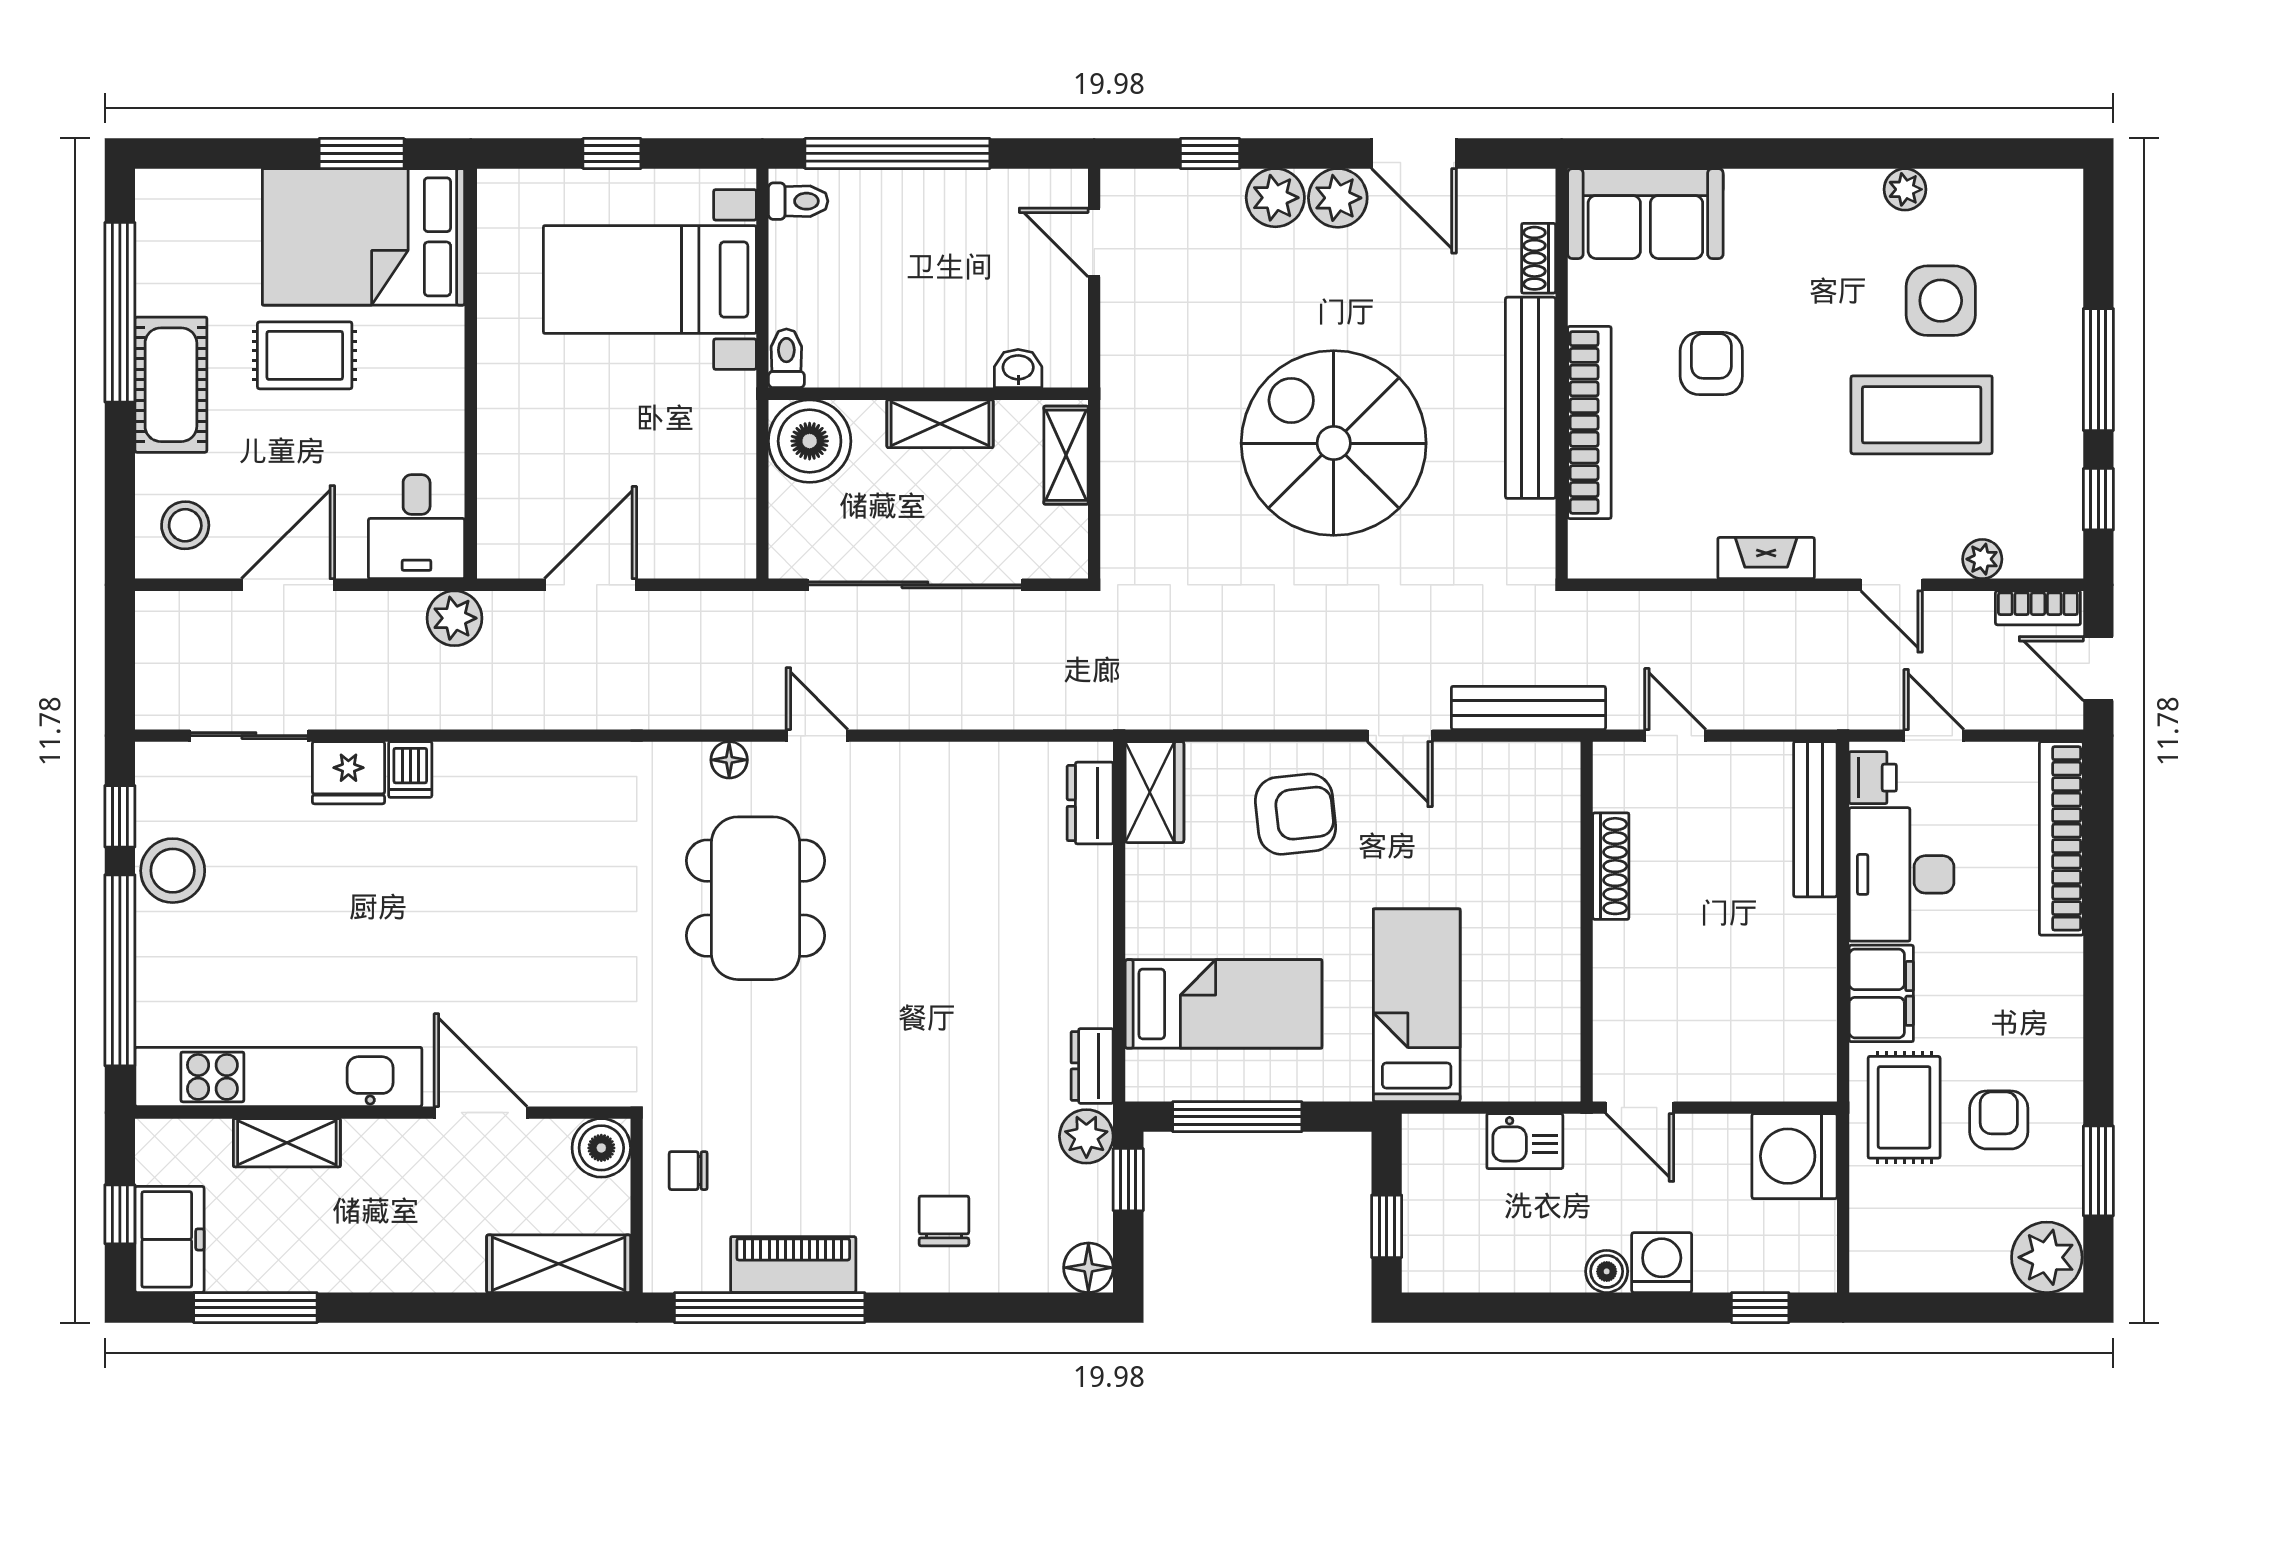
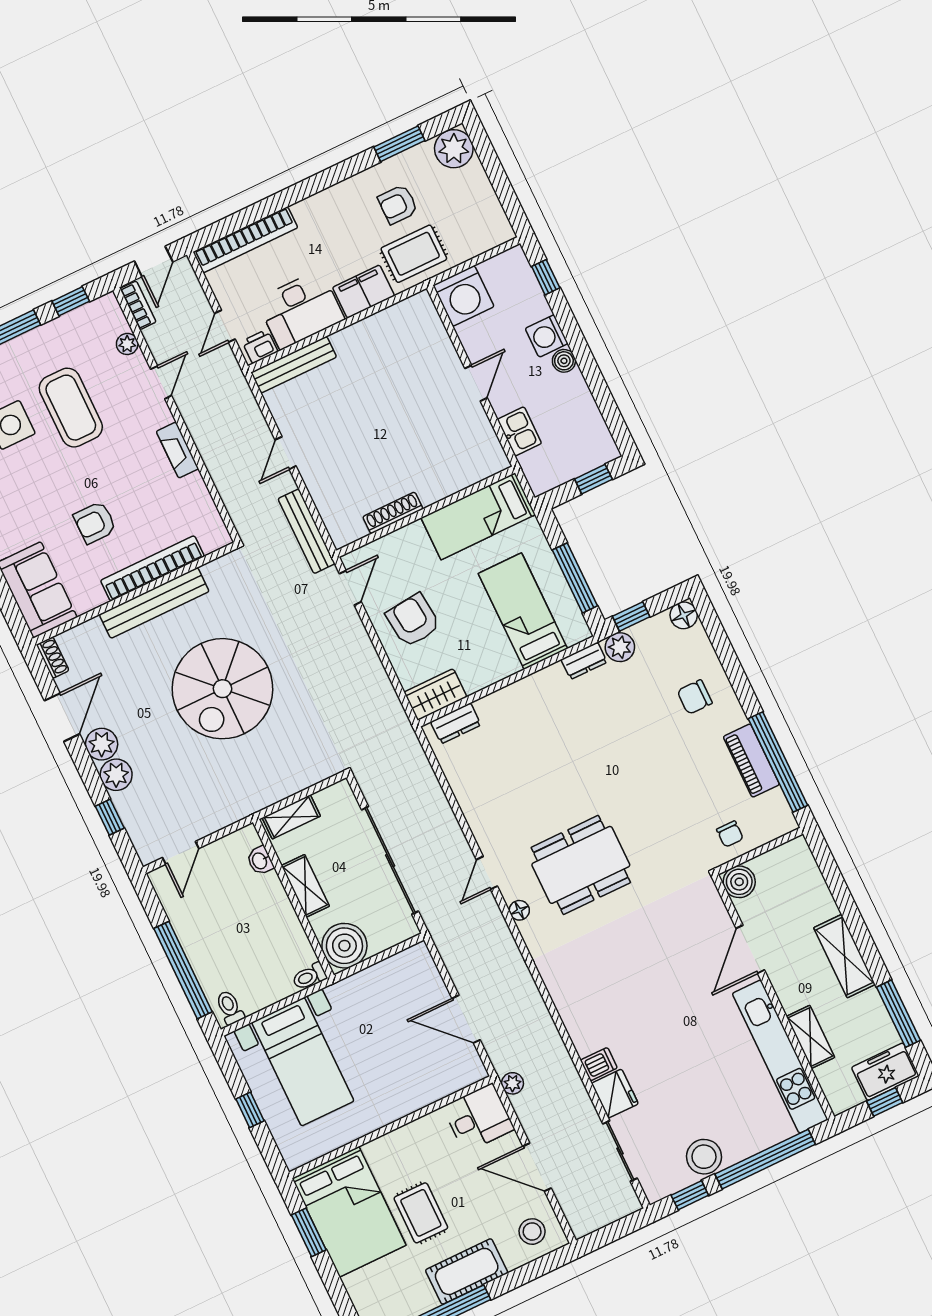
shoe rack: (1539, 258) -> (53, 658), moved, turned -90
plant: (454, 618) -> (513, 1083), width x0.73, depth x0.73
shoe rack: (1611, 866) -> (393, 513), moved
wall: (1587, 922) -> (426, 512), moved
shelving: (559, 1264) -> (845, 956), moved

